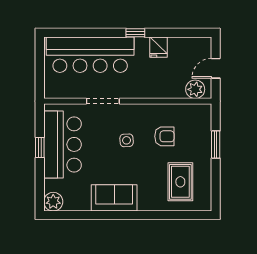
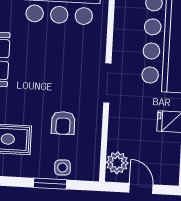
doorway: (103, 101) -> (107, 83), moved
side table: (127, 140) -> (62, 167), moved

